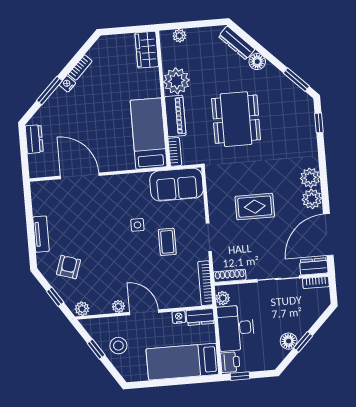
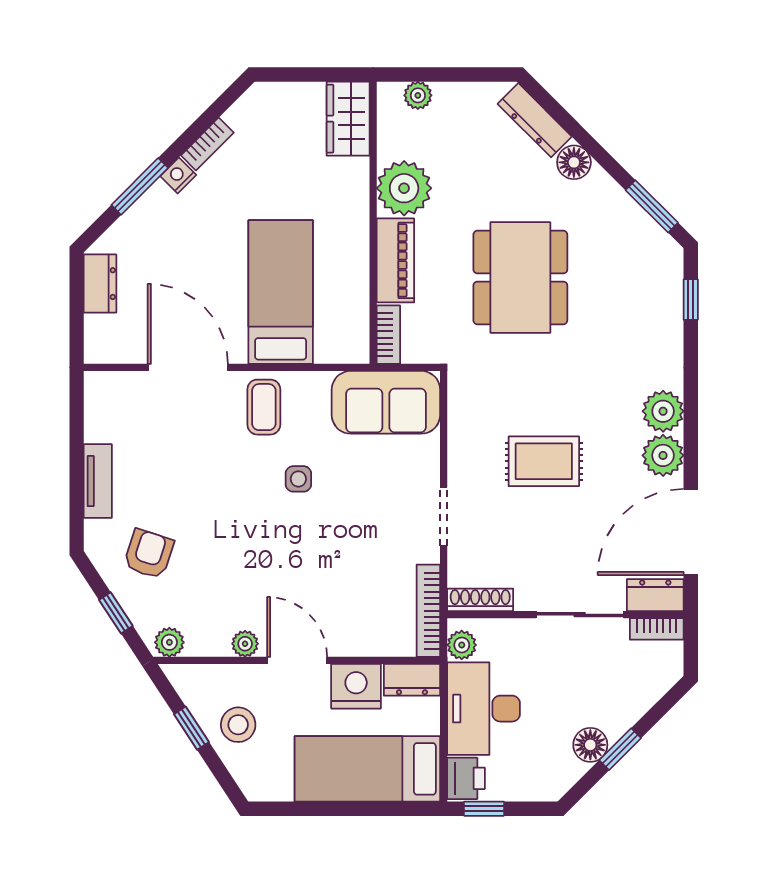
bed: (149, 134) -> (281, 292), moved
coffee table: (167, 242) -> (264, 407), moved
nightstand: (179, 317) -> (356, 686), width x1.89, depth x1.79

